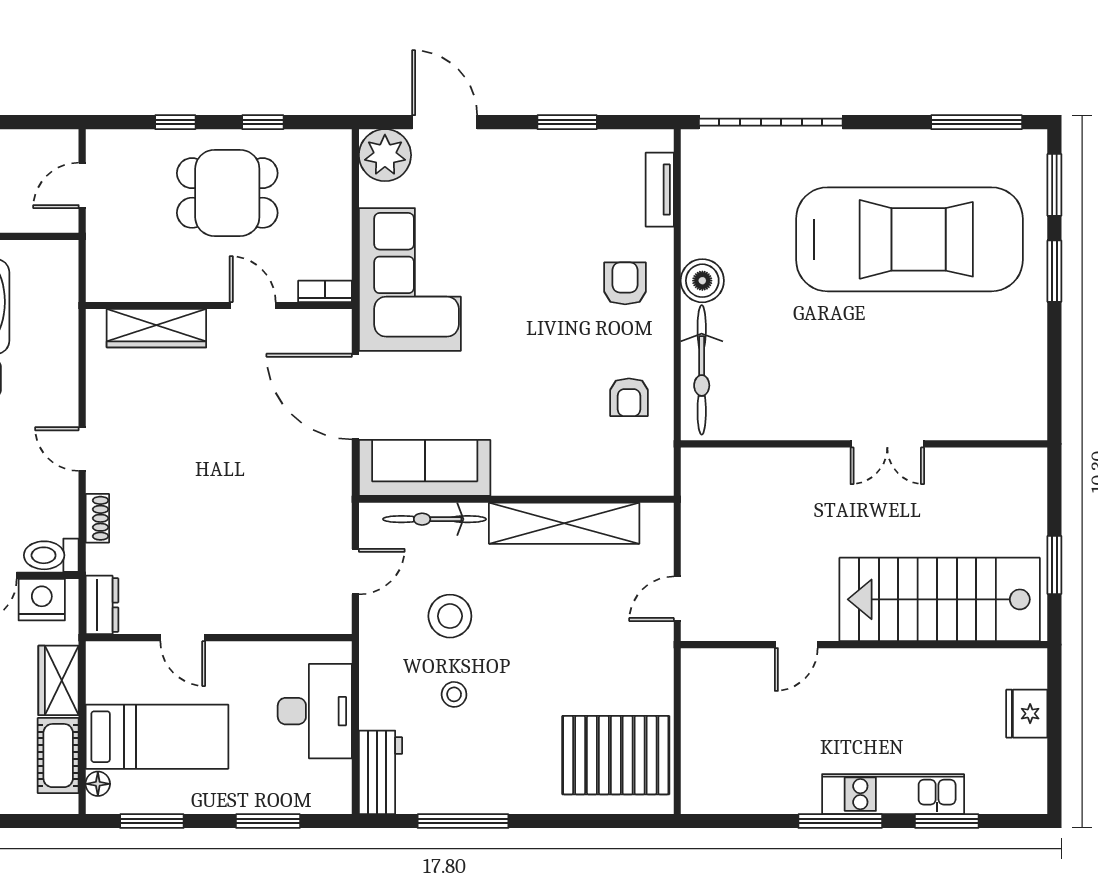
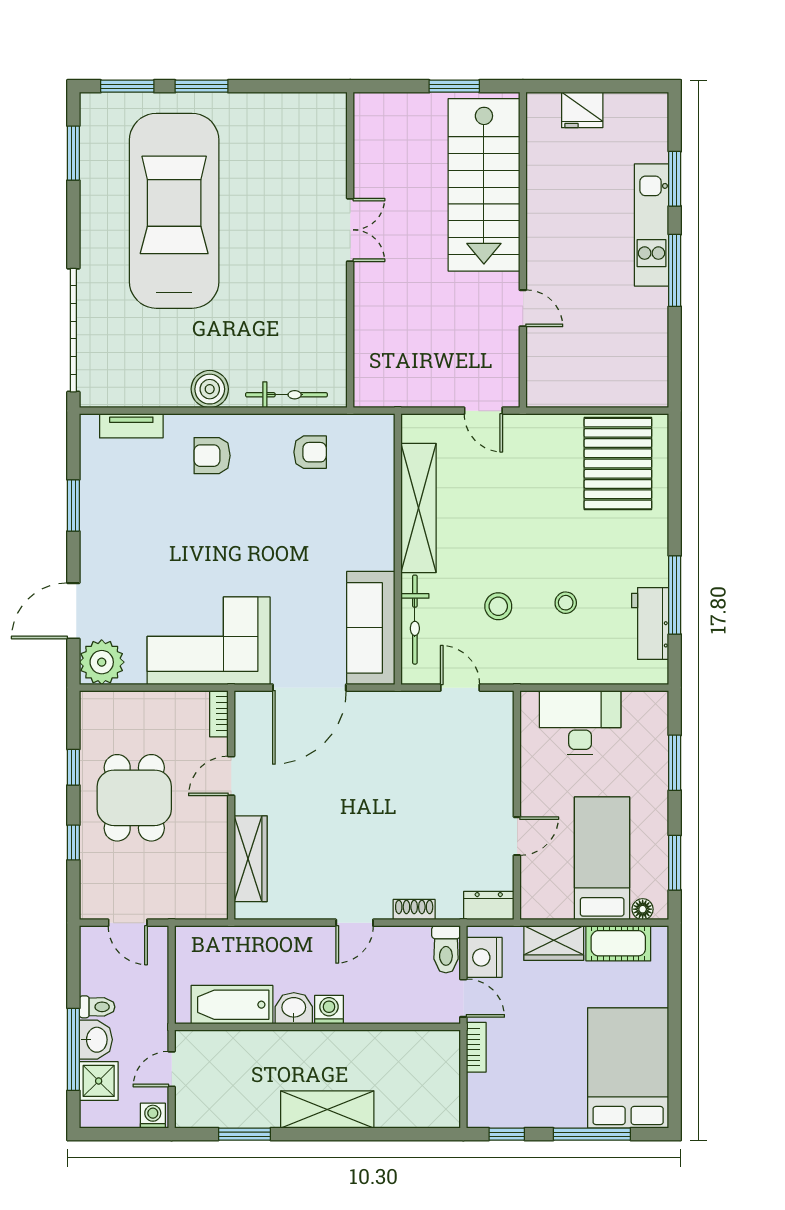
window: (977, 122) -> (73, 153), width x0.69
bicycle: (702, 370) -> (286, 395), width x0.73, depth x0.71
stool: (450, 616) -> (498, 606), width x0.73, depth x0.73
workbench: (380, 772) -> (650, 624), moved, turned -90

